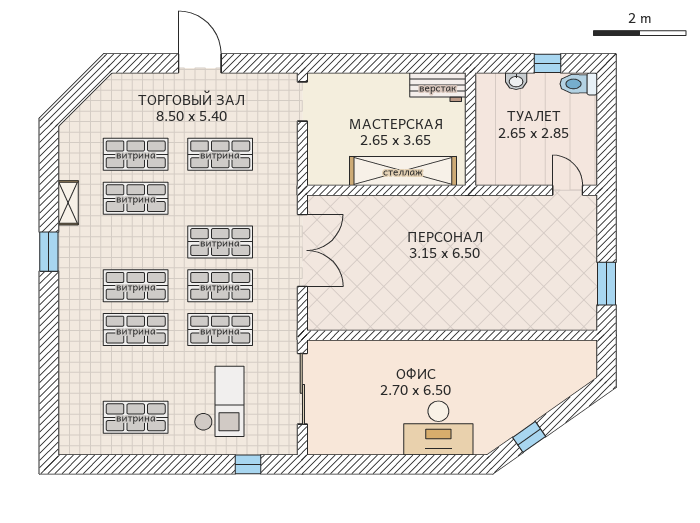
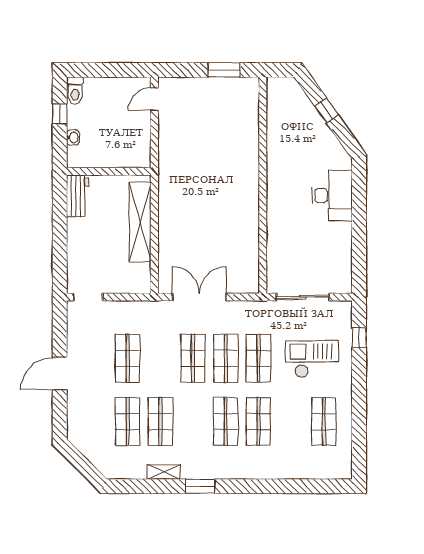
window: (529, 437) -> (326, 110), moved

